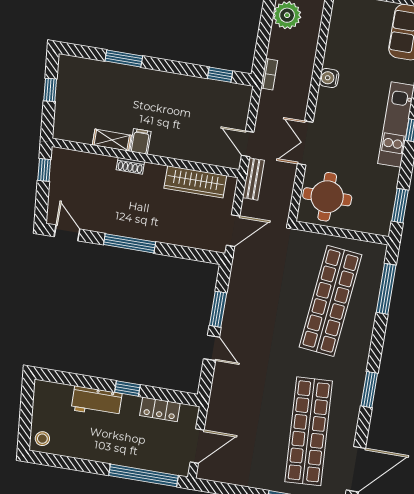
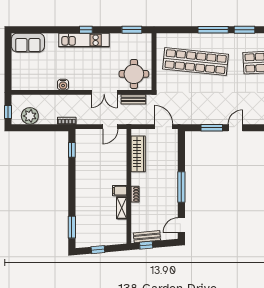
window: (124, 59) -> (72, 227), moved
bench: (58, 174) -> (147, 237), added
bench: (253, 179) -> (133, 99), moved
window: (386, 289) -> (213, 30), moved

